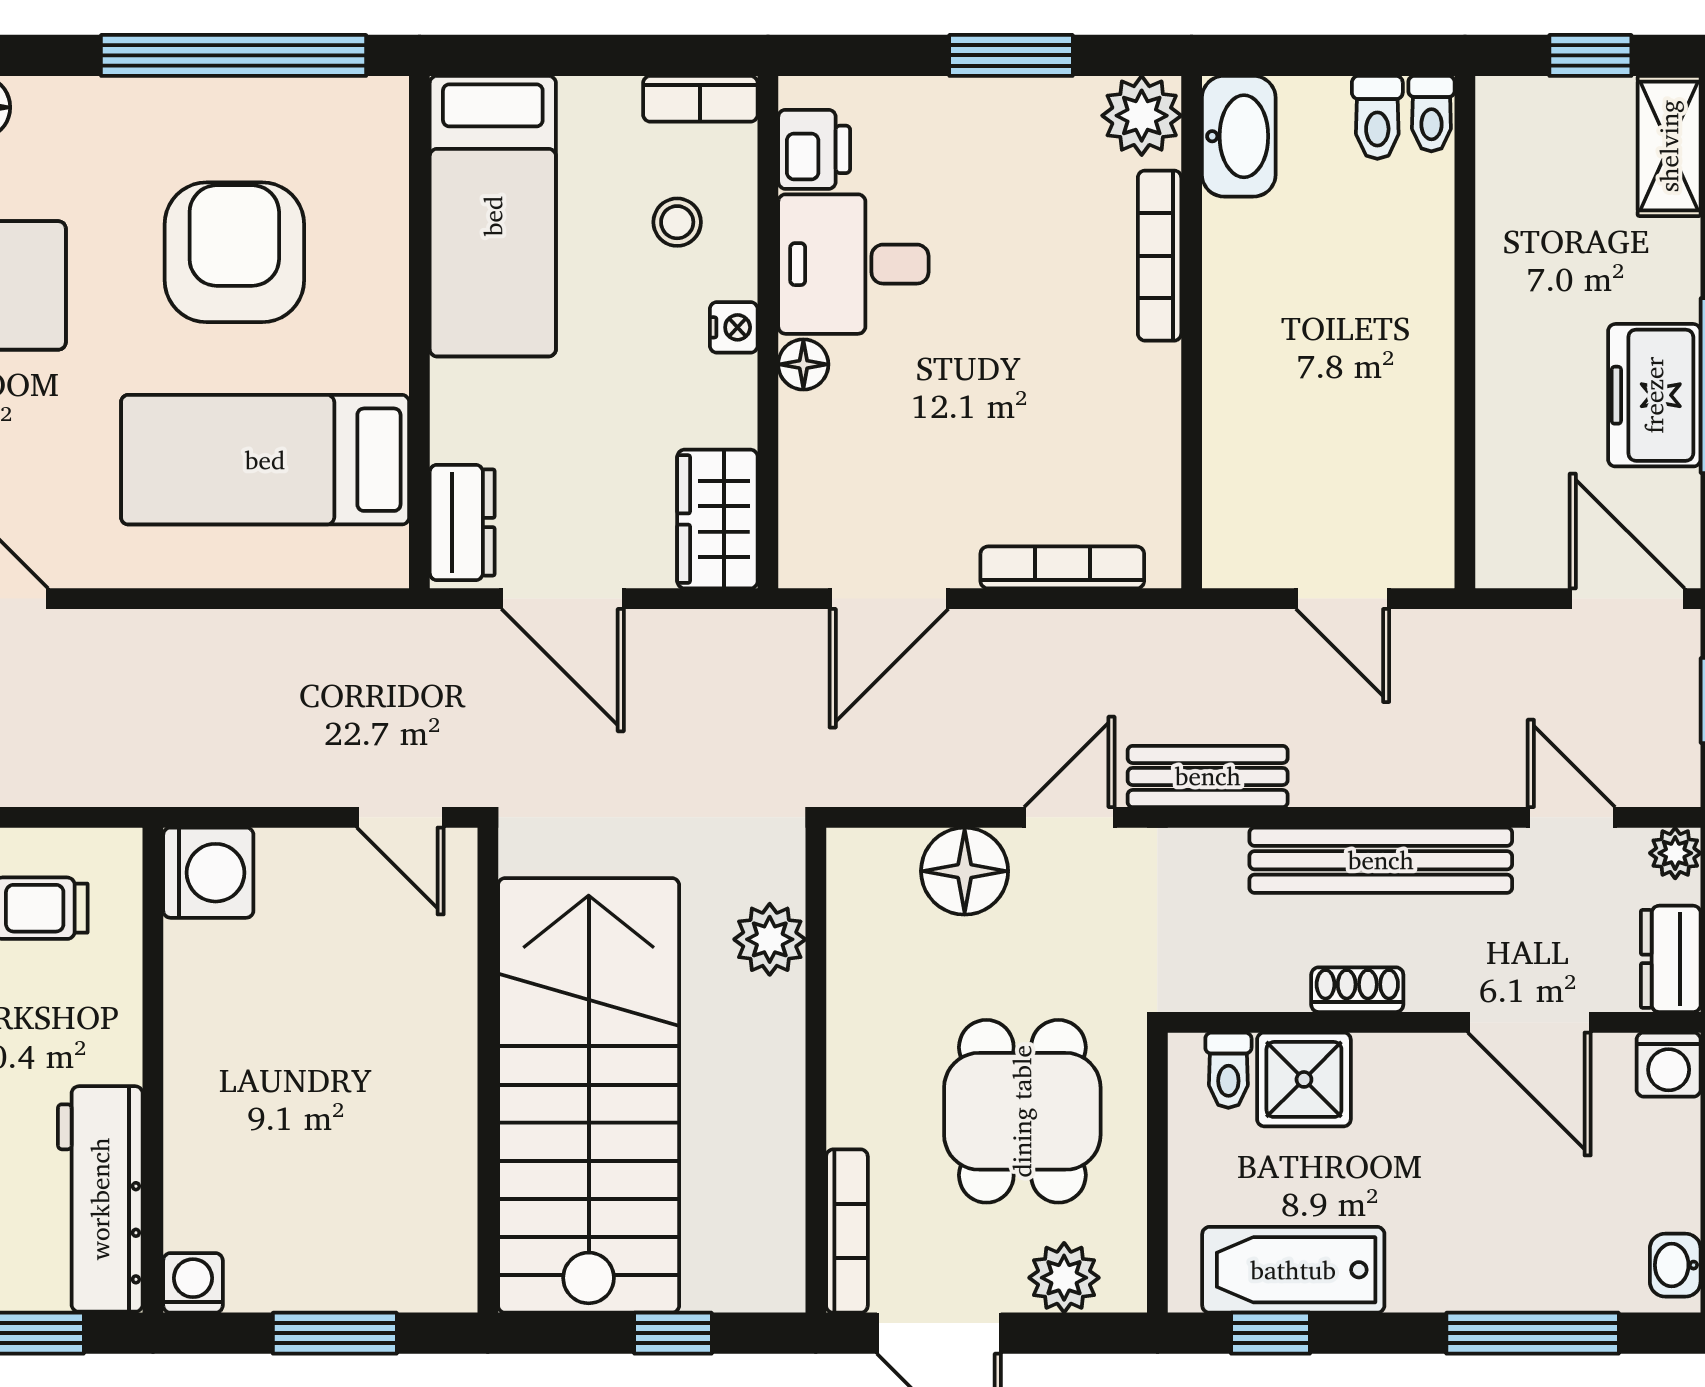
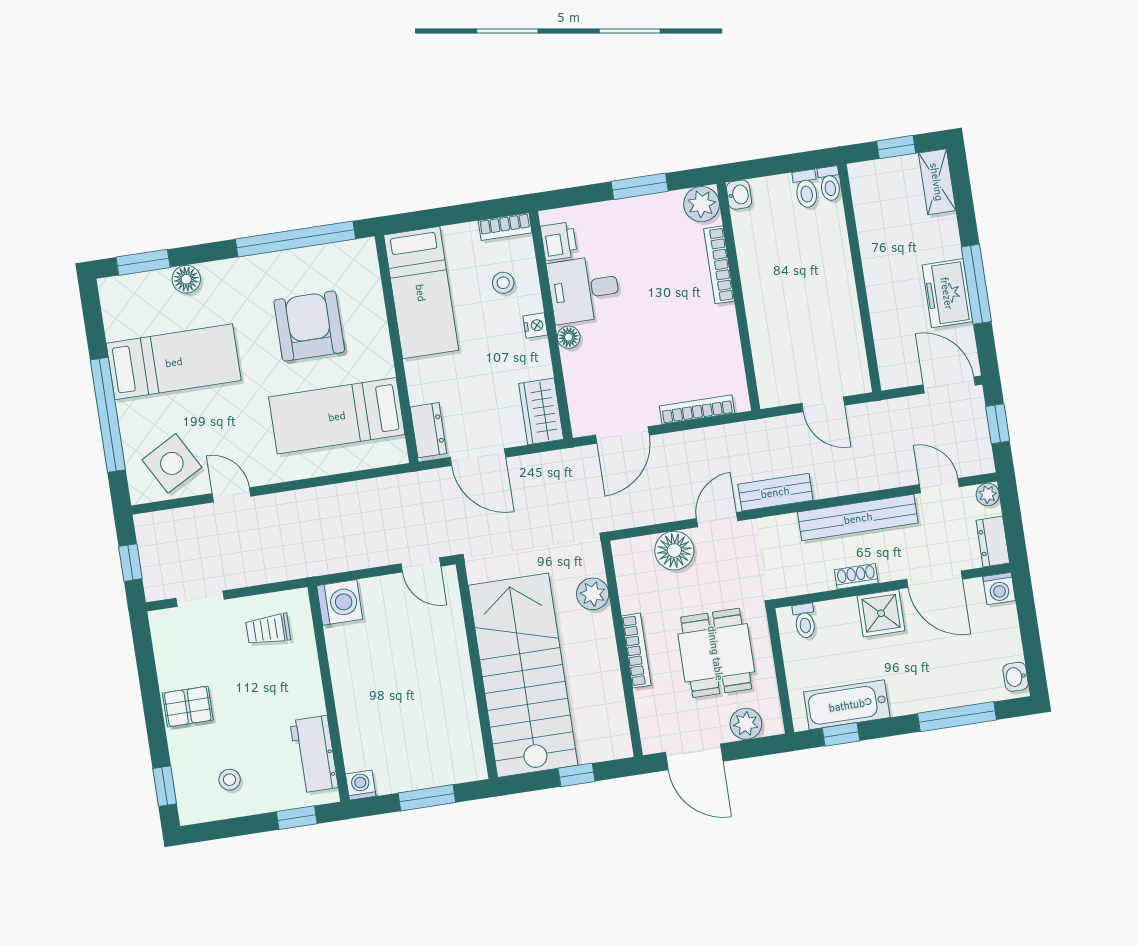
washbasin: (1239, 136) -> (739, 195), width x0.52, depth x0.69
shower: (1304, 1079) -> (881, 613), moved
workbench: (100, 1199) -> (314, 754), width x0.73
bookcase: (847, 1231) -> (636, 651), moved

